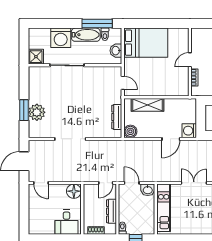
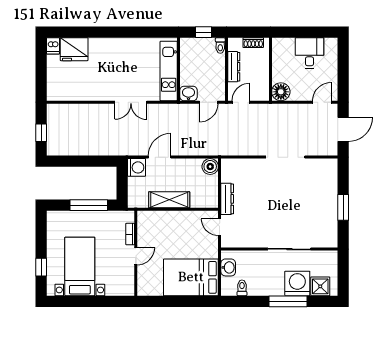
window: (97, 24) -> (288, 301), moved
bathtub: (86, 35) -> (266, 287), removed
shower: (36, 57) -> (320, 286), moved
shelving: (148, 105) -> (169, 200), moved
window: (24, 110) -> (343, 207), moved
plant: (37, 112) -> (327, 190), removed
dresser: (117, 117) -> (227, 199), moved
door: (41, 183) -> (322, 102), hinge flipped
door: (132, 183) -> (209, 102), hinge flipped
desk: (67, 222) -> (309, 53), moved

